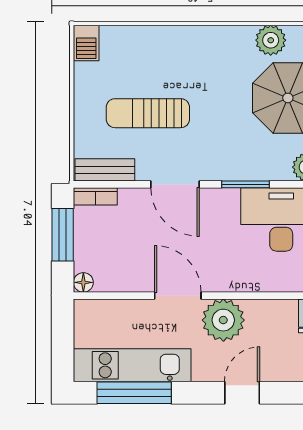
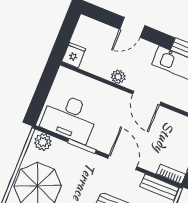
plant: (223, 320) -> (118, 77), width x0.53, depth x0.53

